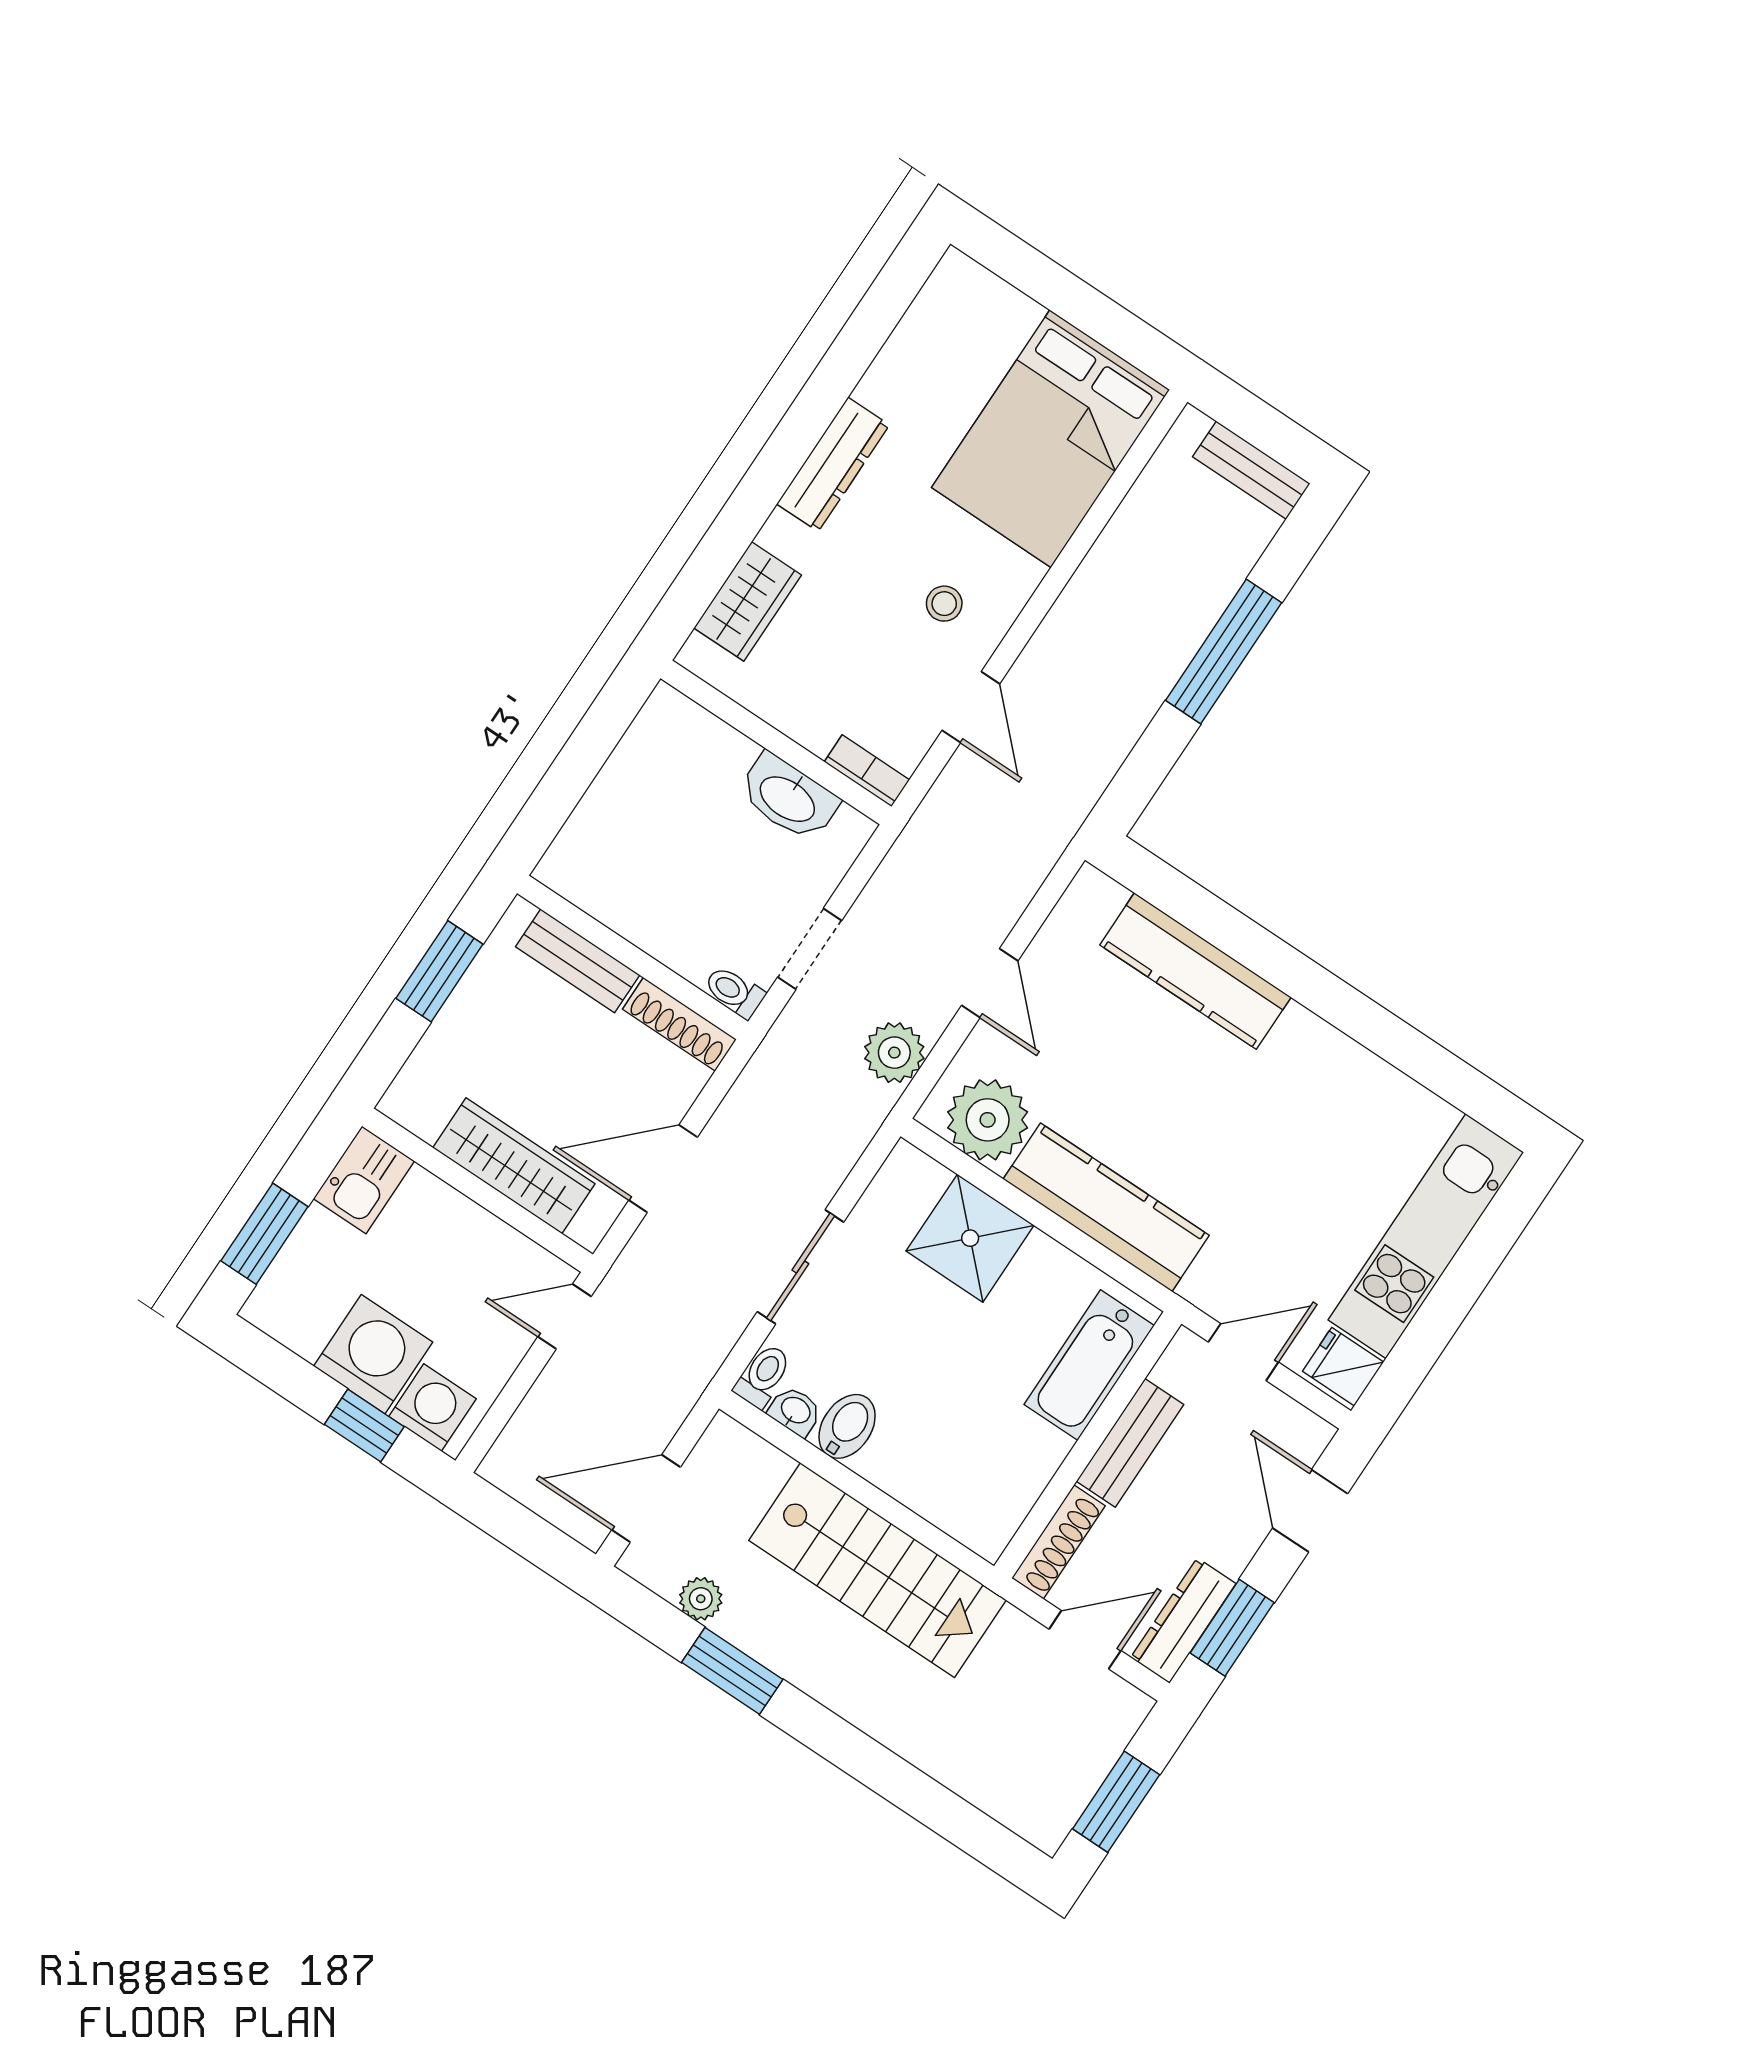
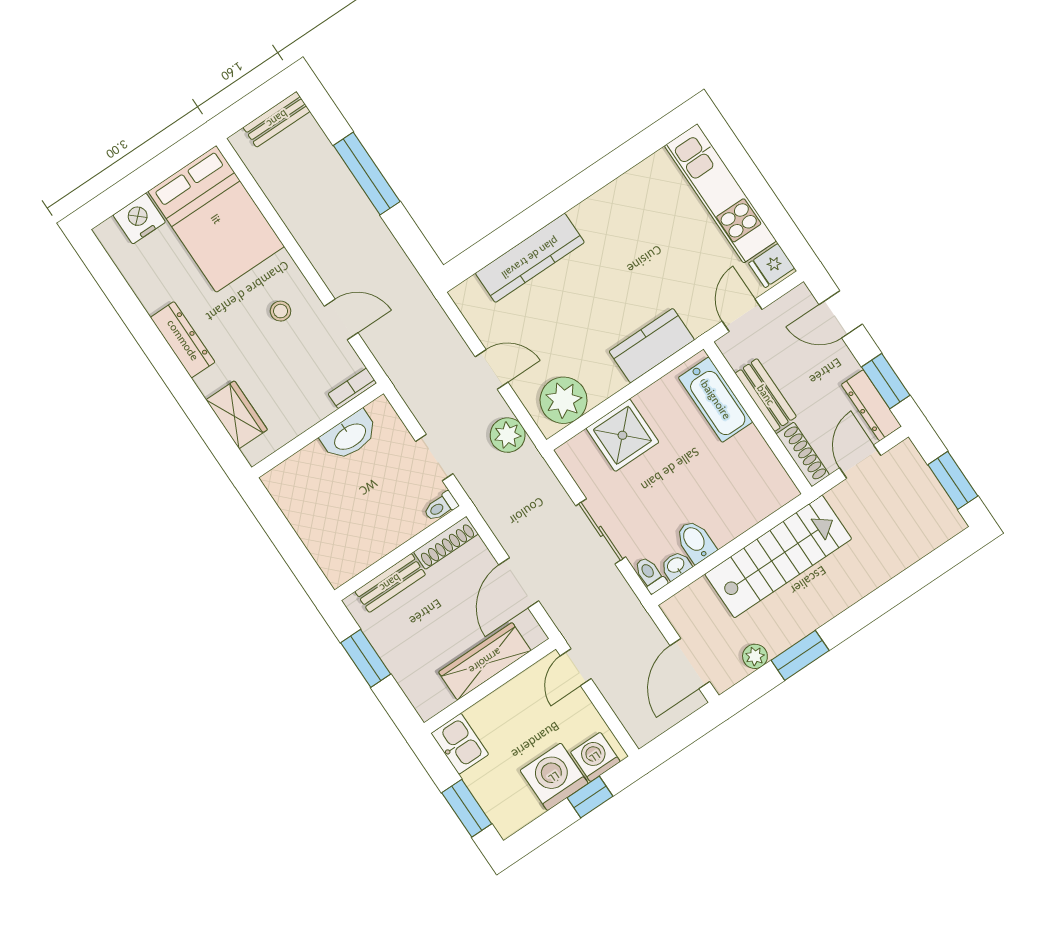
nightstand: (1000, 314) -> (139, 219), added
kitchen counter: (1106, 1207) -> (652, 346), width x0.67

